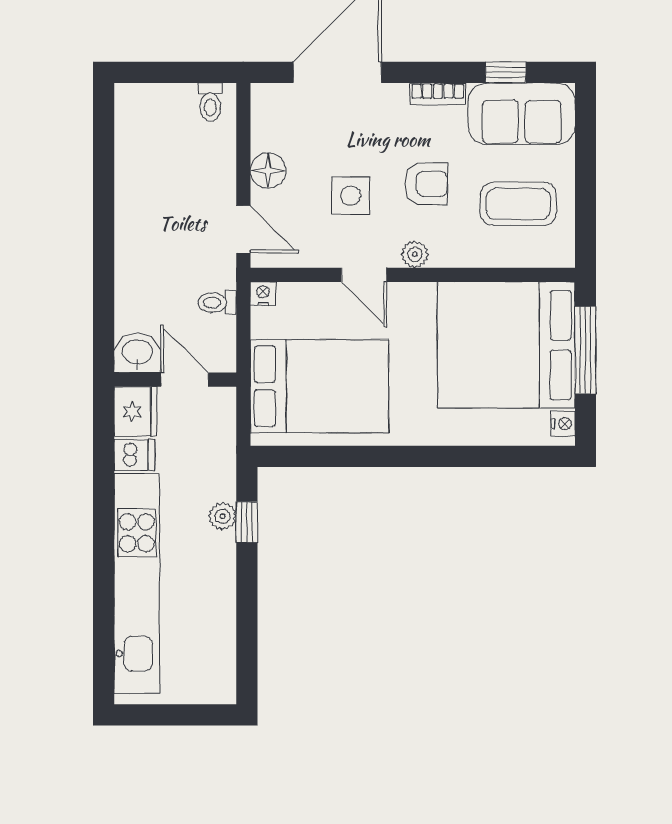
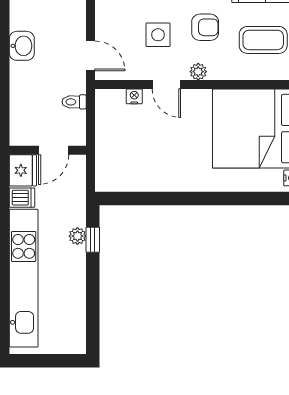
floor lamp: (268, 171) -> (106, 19), removed
nightstand: (263, 294) -> (134, 96), moved
washbasin: (137, 353) -> (22, 46), moved, turned 90
door: (185, 380) -> (54, 150), swing flipped
bed: (319, 386) -> (138, 154), removed

